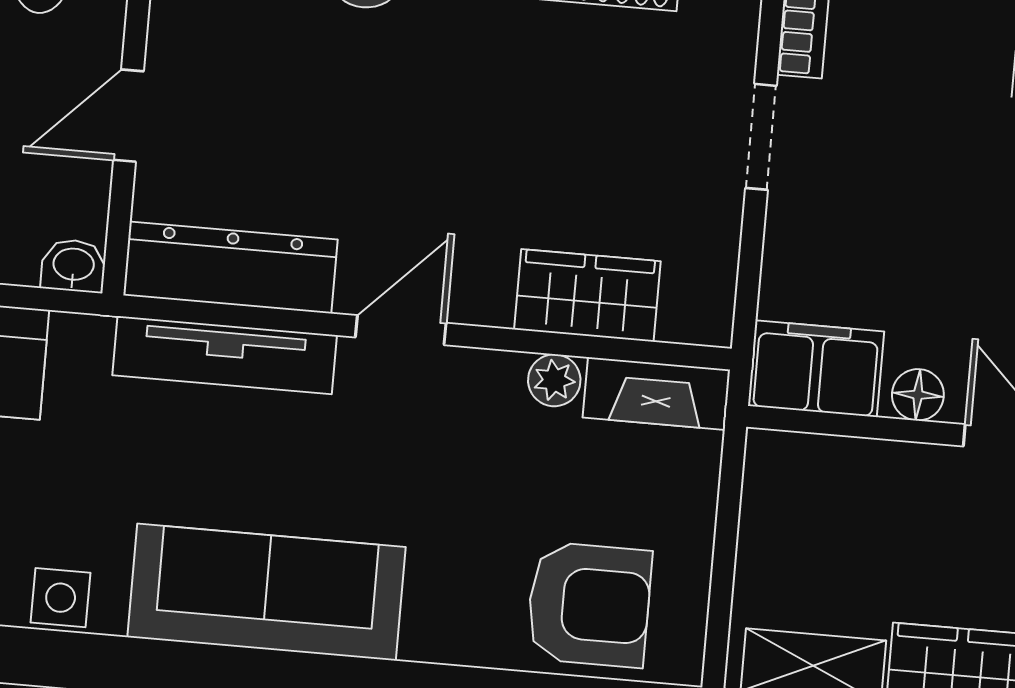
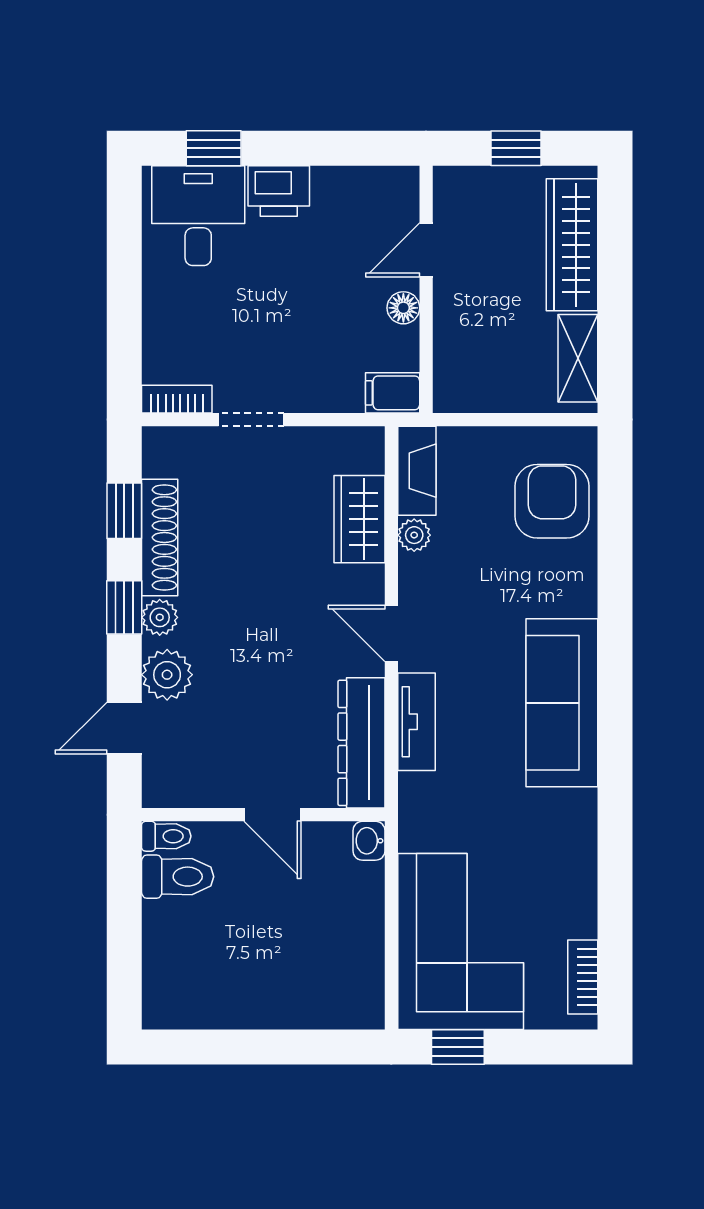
tv unit: (225, 355) -> (416, 722), width x0.71
filing cabinet: (816, 369) -> (393, 393), width x0.50
side table: (61, 598) -> (576, 831), removed

